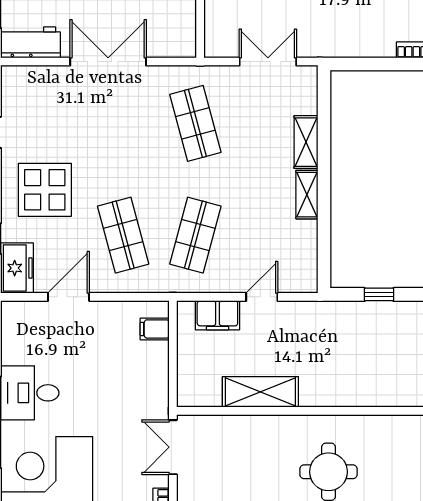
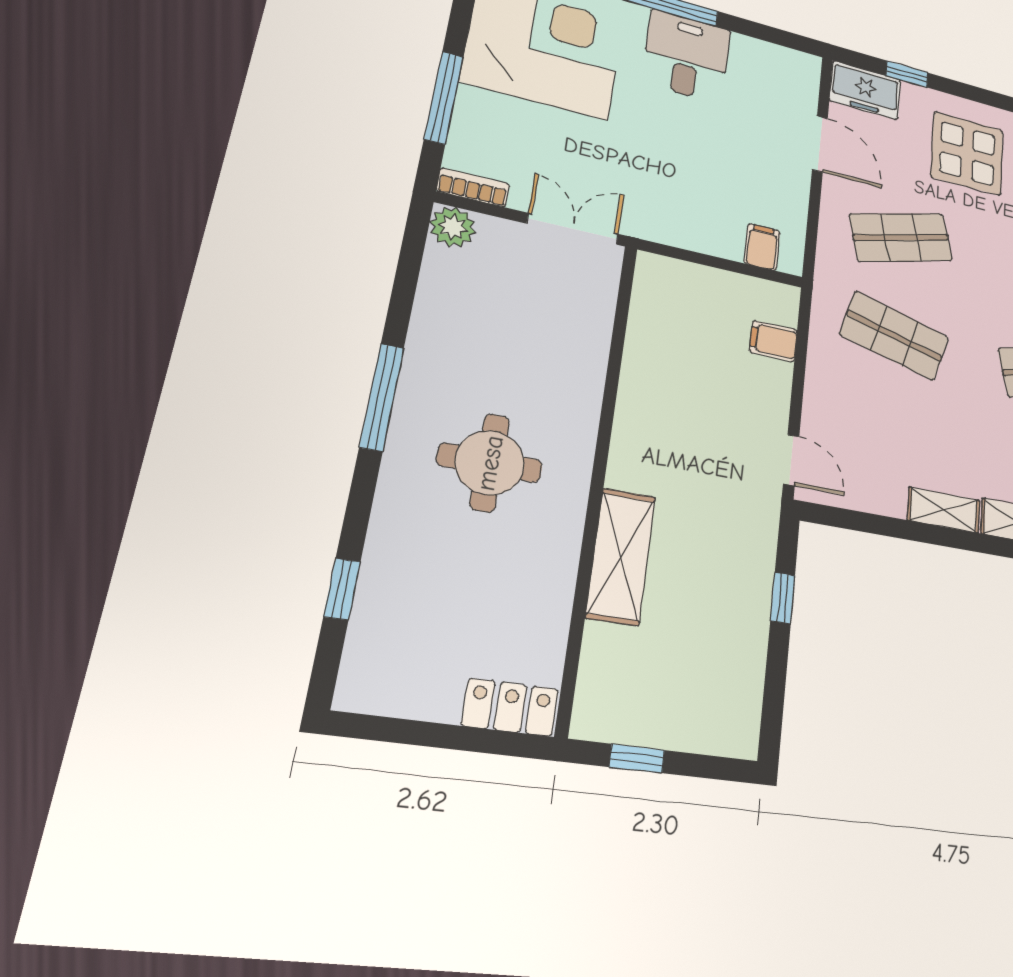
door: (262, 297) -> (791, 460), moved
filing cabinet: (217, 315) -> (774, 341), width x0.50
shelving: (260, 392) -> (621, 557), moved

